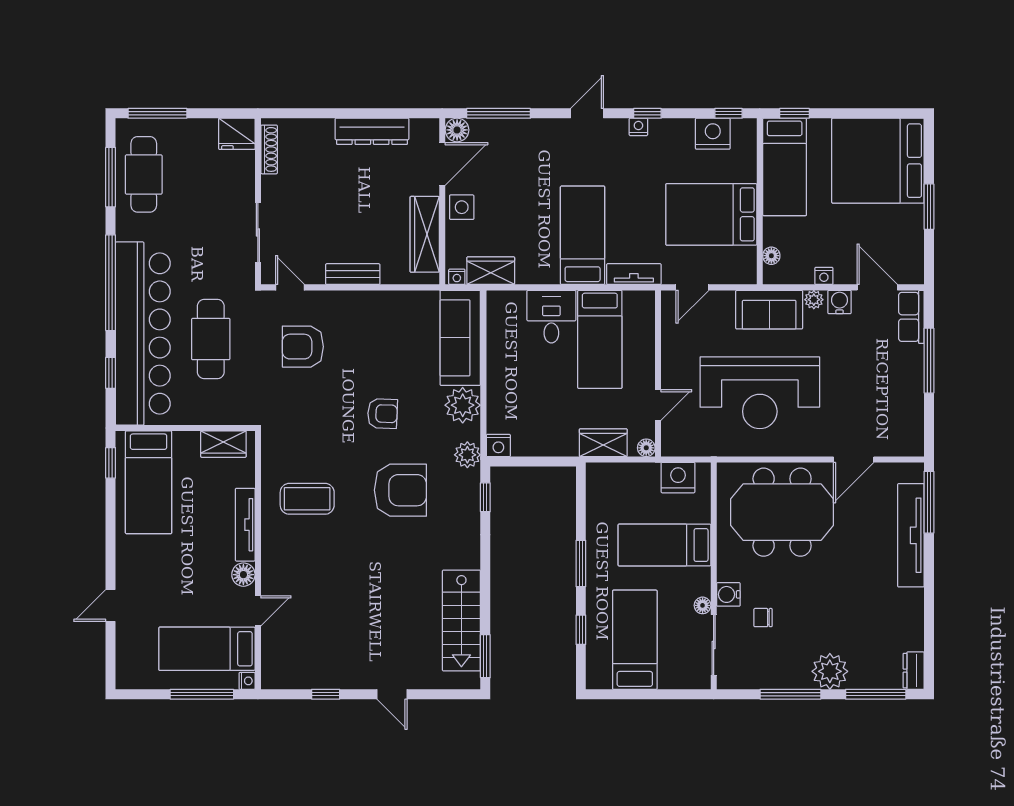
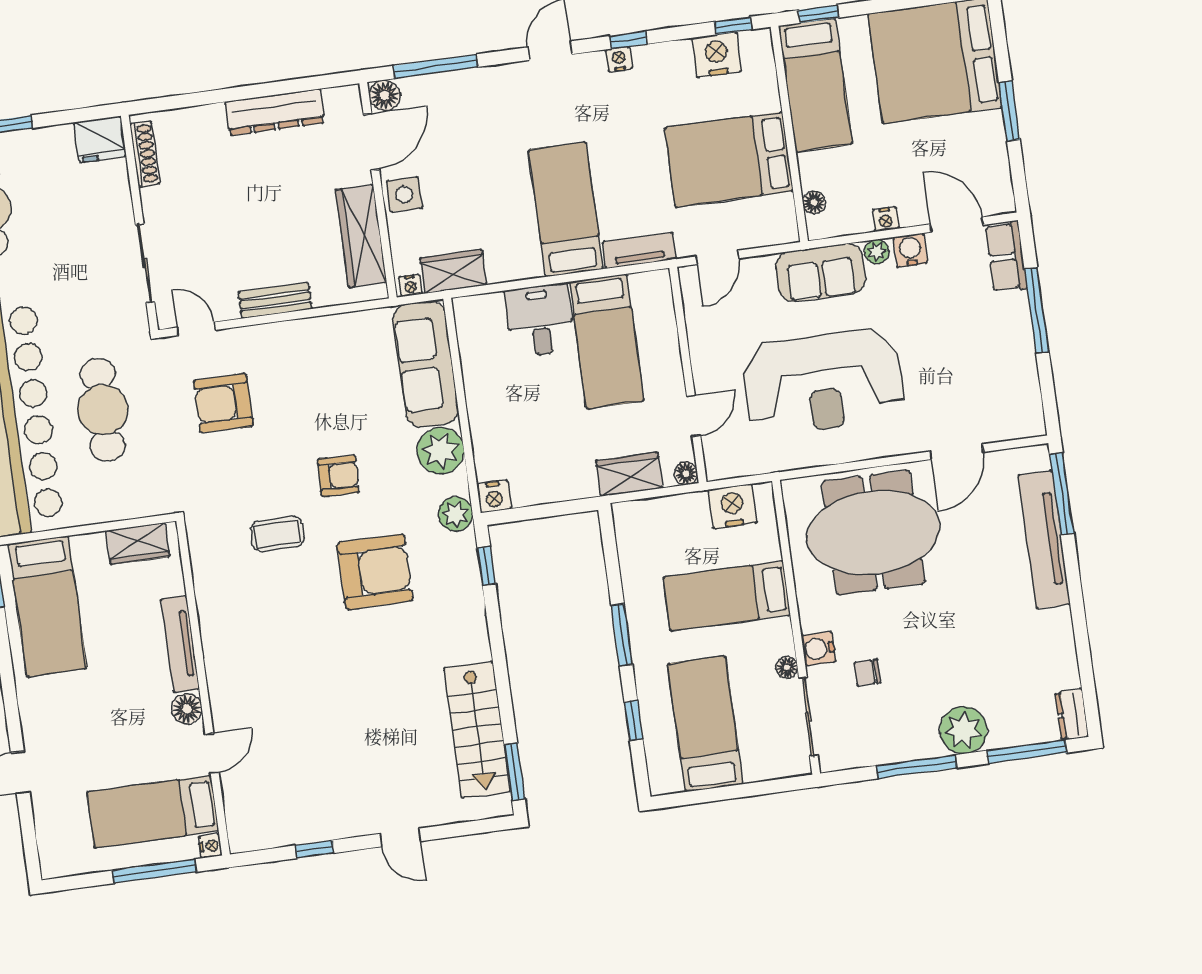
coffee table: (307, 499) -> (277, 534), moved, width x0.73, depth x0.77

